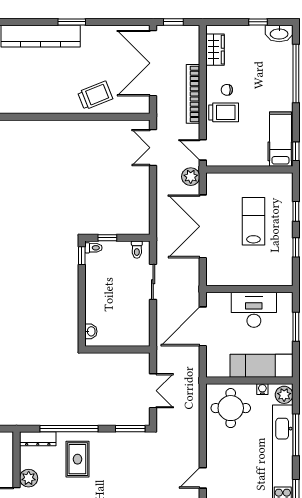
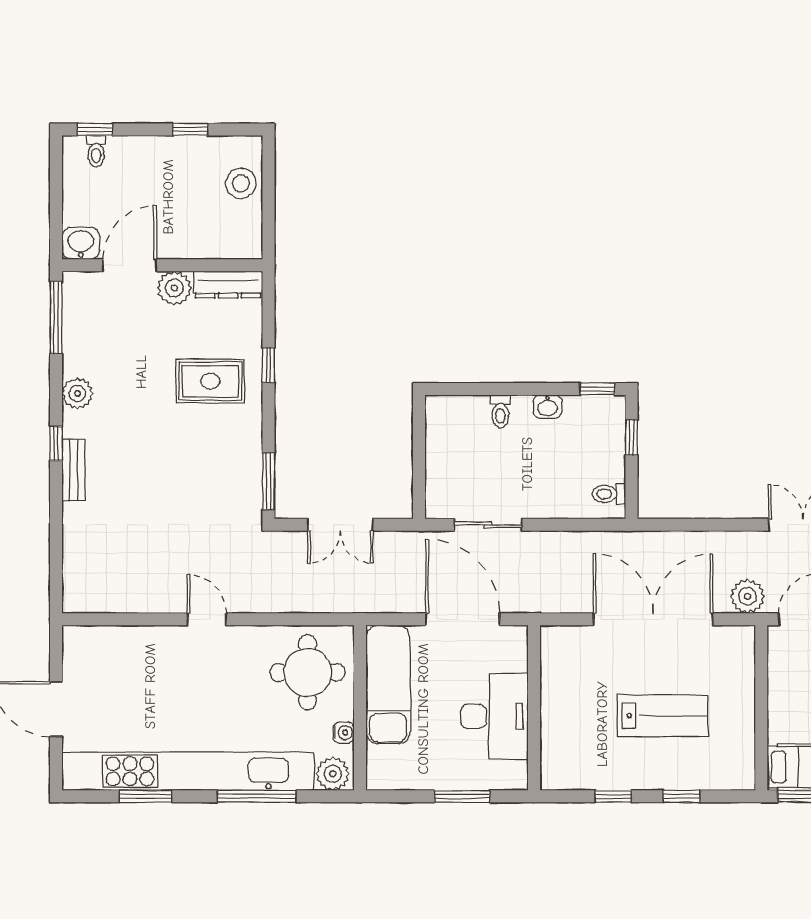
toilet: (93, 248) -> (500, 411), moved
sliding door: (153, 282) -> (488, 525), moved
washbasin: (91, 331) -> (547, 407), moved
exam couch: (261, 366) -> (388, 685), moved
window: (69, 429) -> (268, 365), width x0.32
dresser: (38, 439) -> (228, 285), moved, turned -90
door: (203, 478) -> (207, 619), moved

